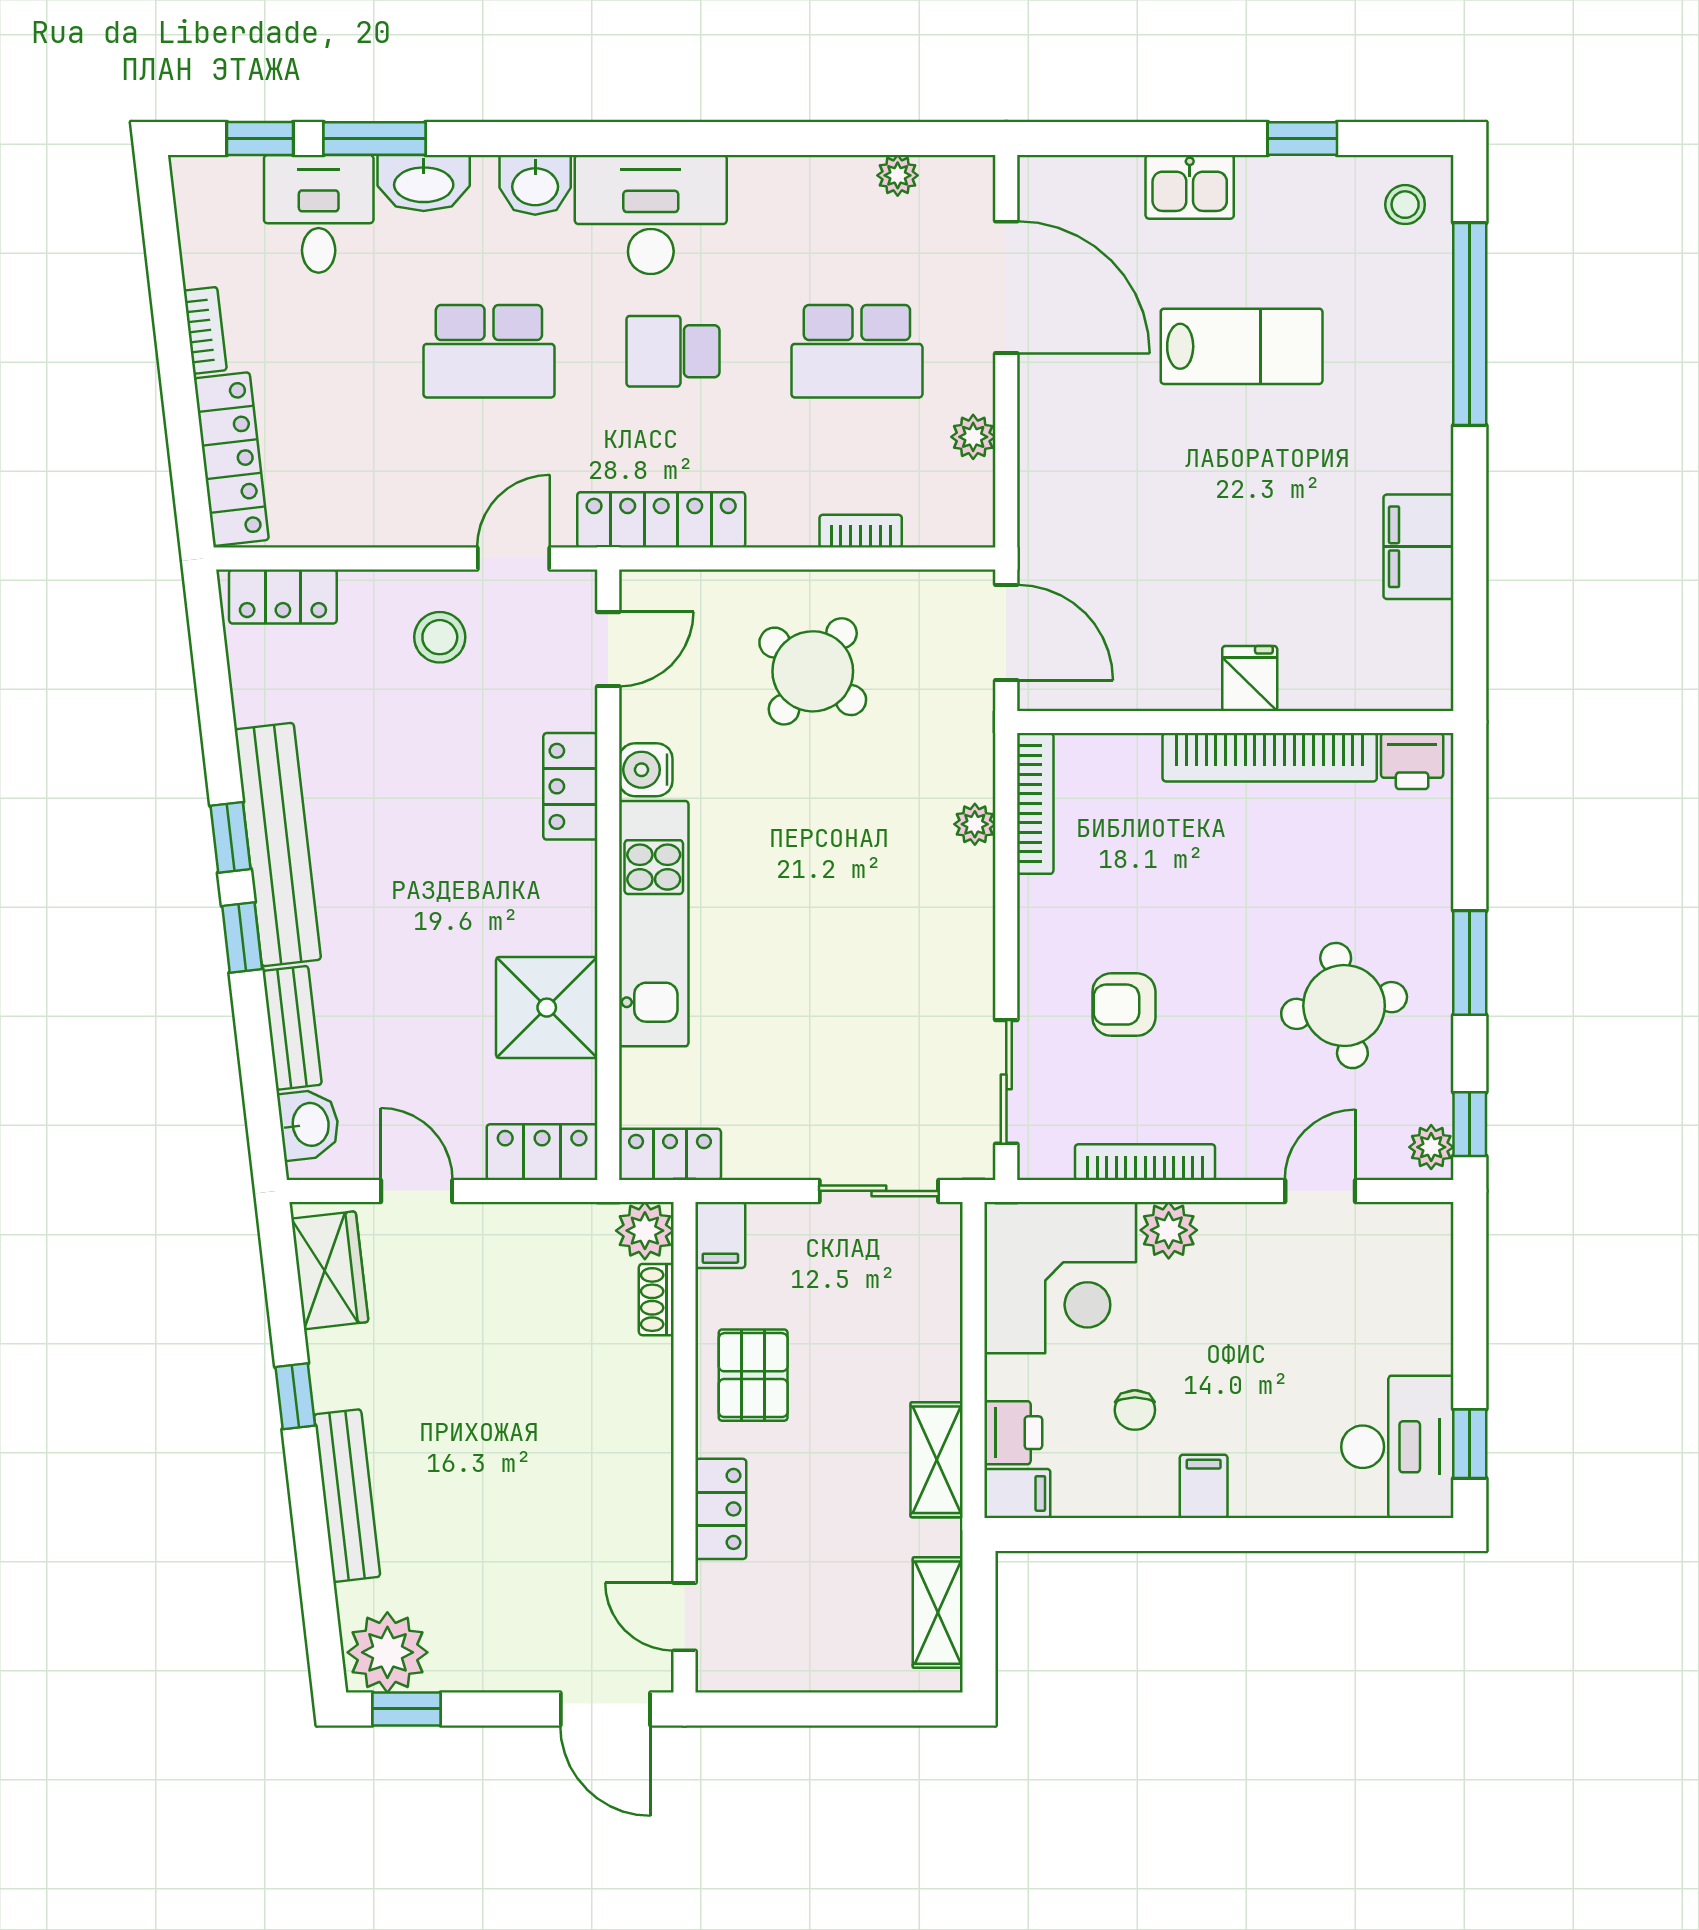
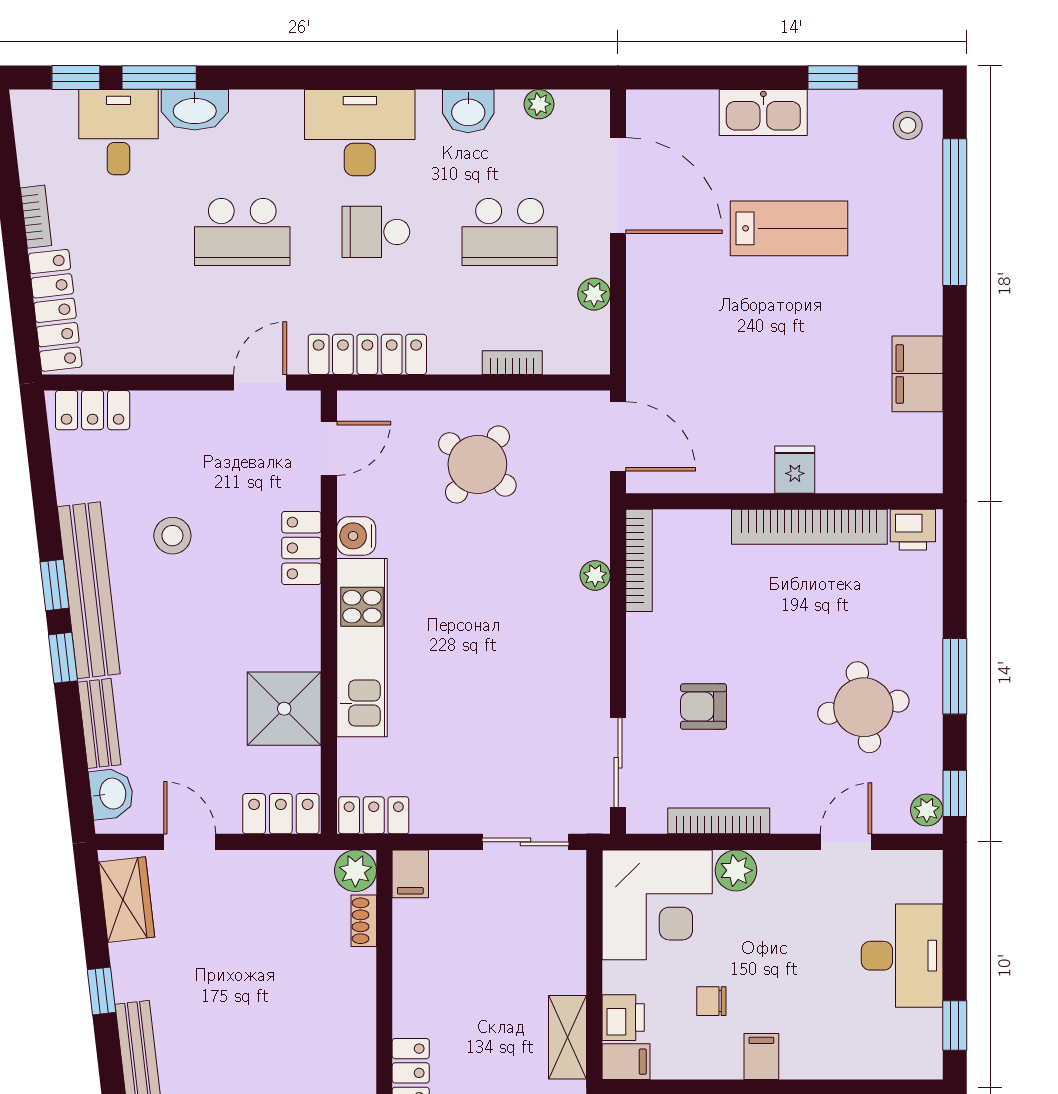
washbasin: (535, 185) -> (468, 111), moved
kitchen sink: (1190, 187) -> (763, 113), width x1.38
stool: (440, 637) -> (172, 536), moved
pallet: (753, 1375) -> (434, 976), removed
chair: (1135, 1410) -> (711, 1001), turned 90
desk: (1397, 1447) -> (902, 956), moved

